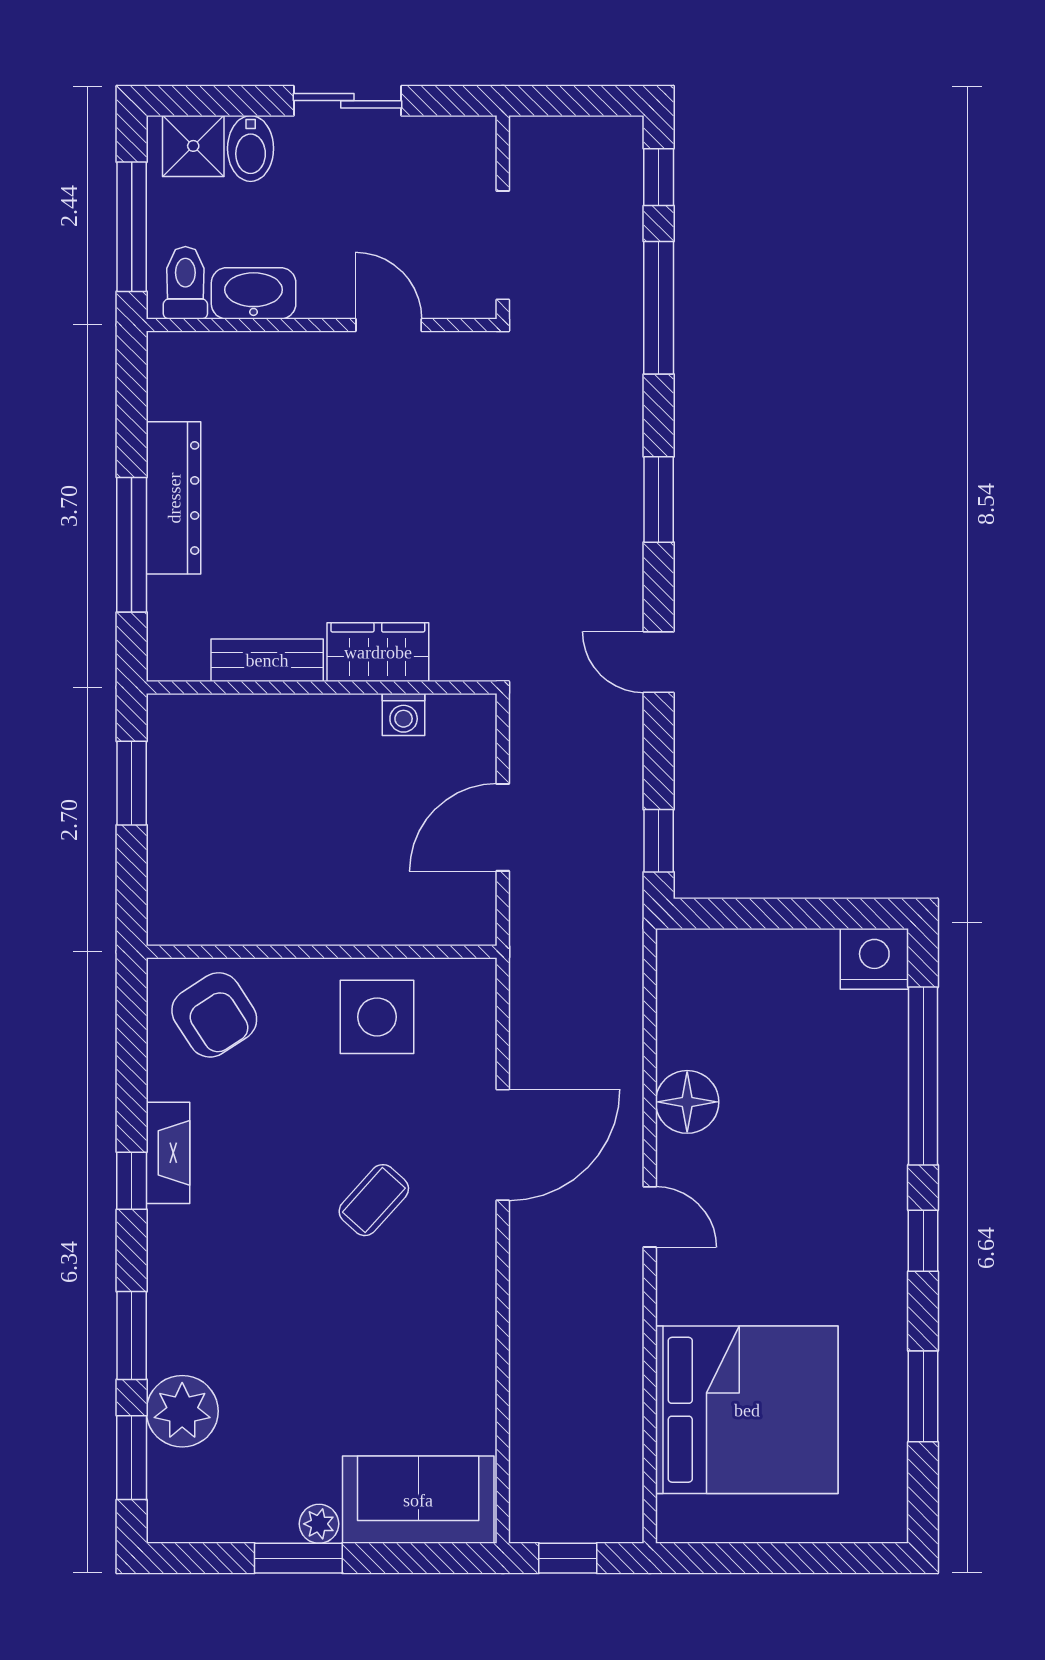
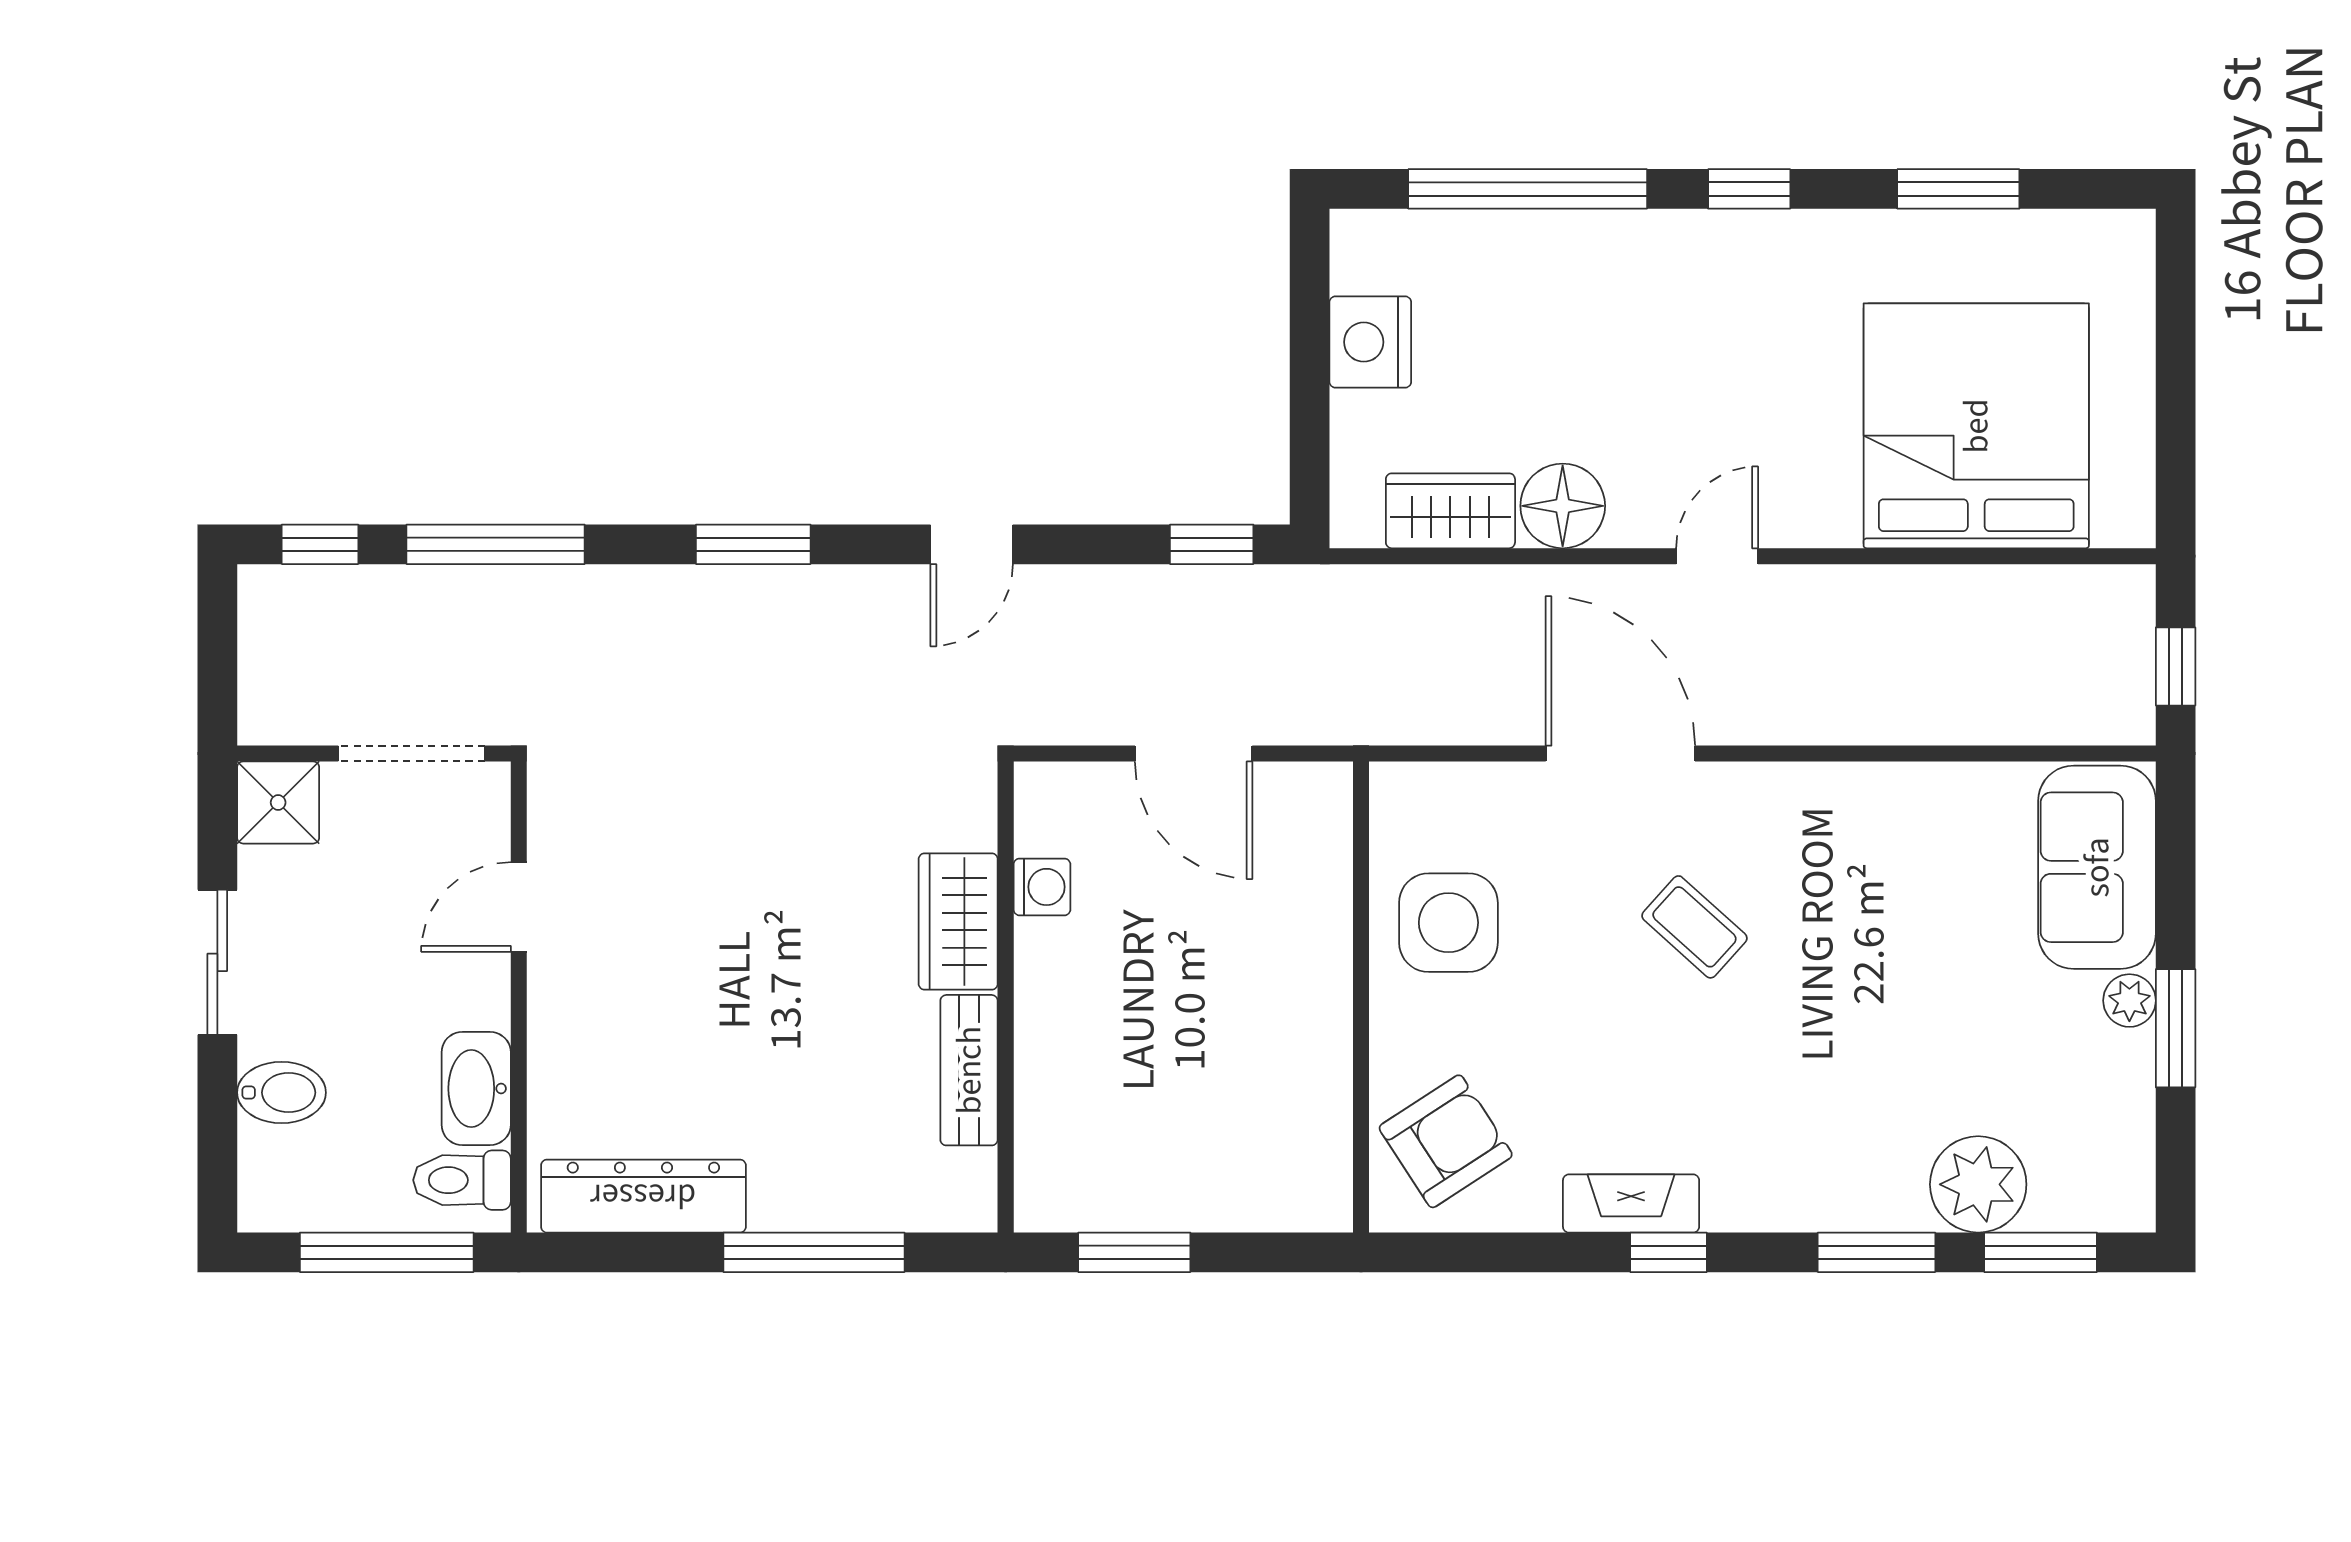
shower: (193, 146) -> (278, 802), moved
dresser: (174, 498) -> (643, 1196), moved
nightstand: (874, 959) -> (1370, 342), moved
wardrobe: (684, 1018) -> (1450, 511), added

